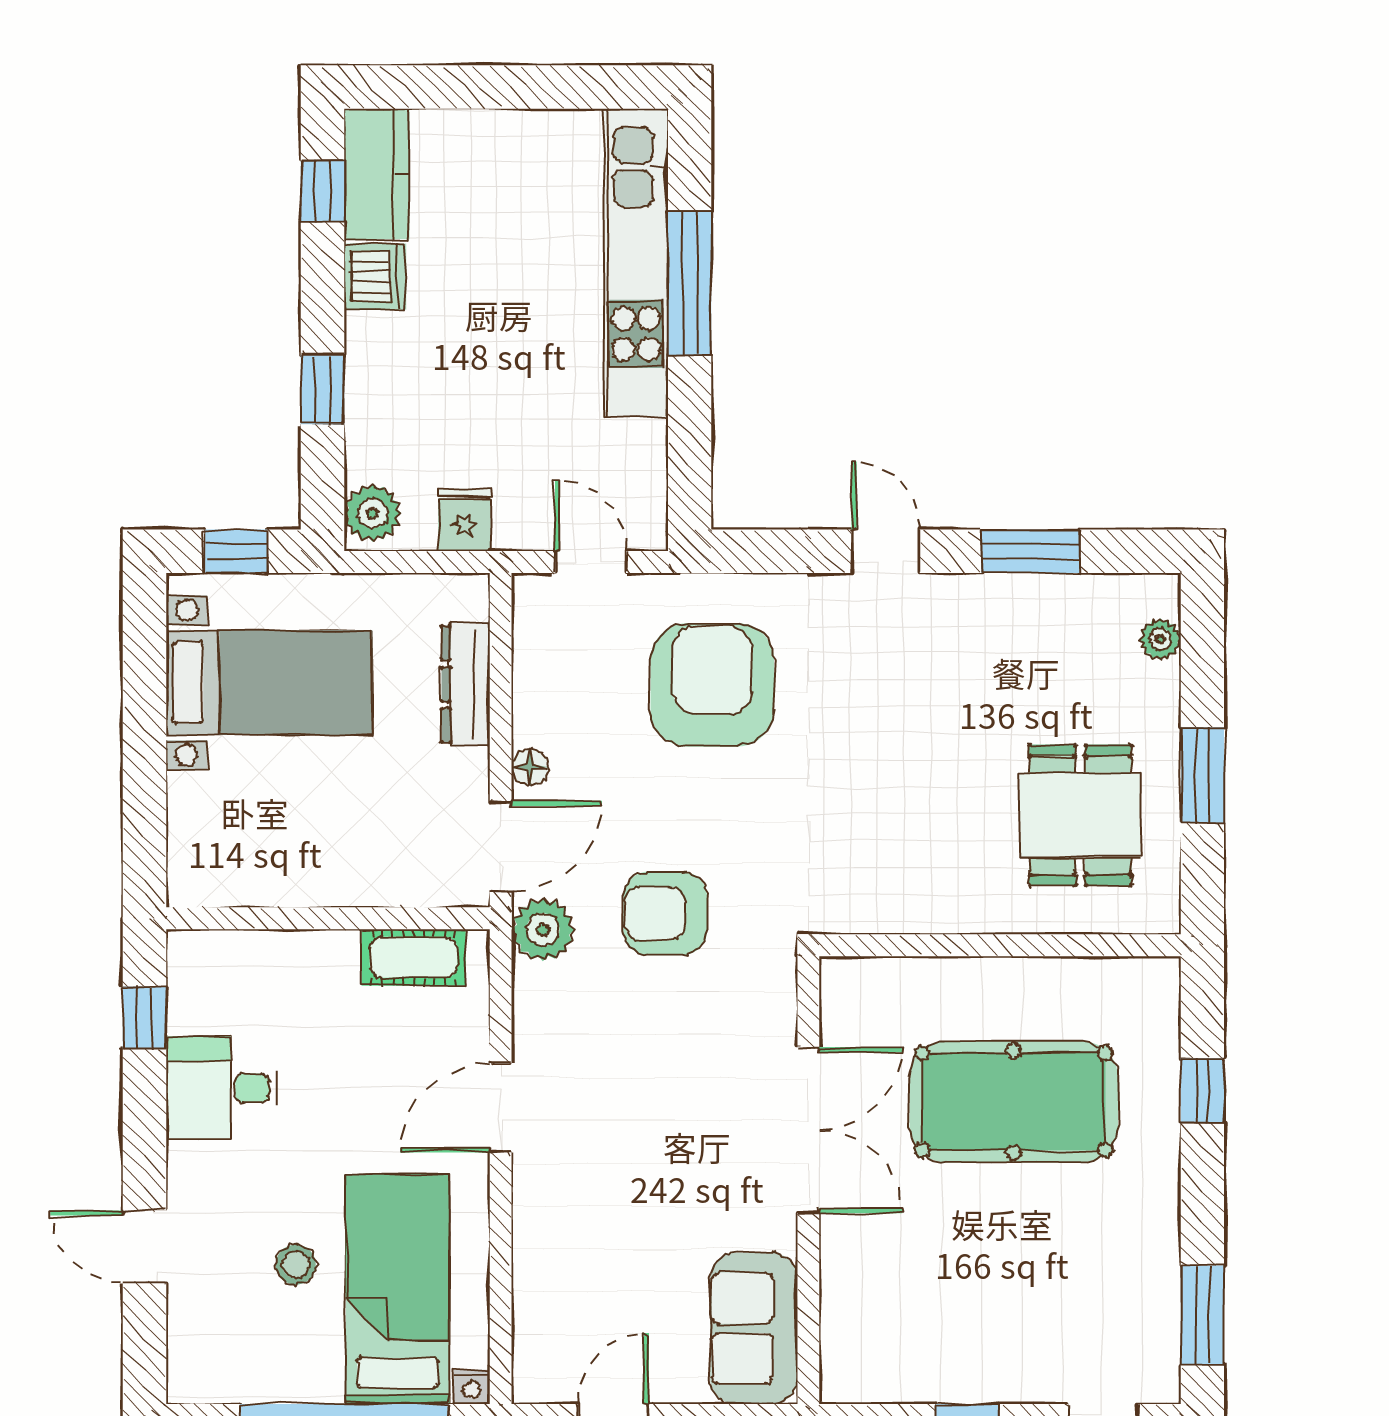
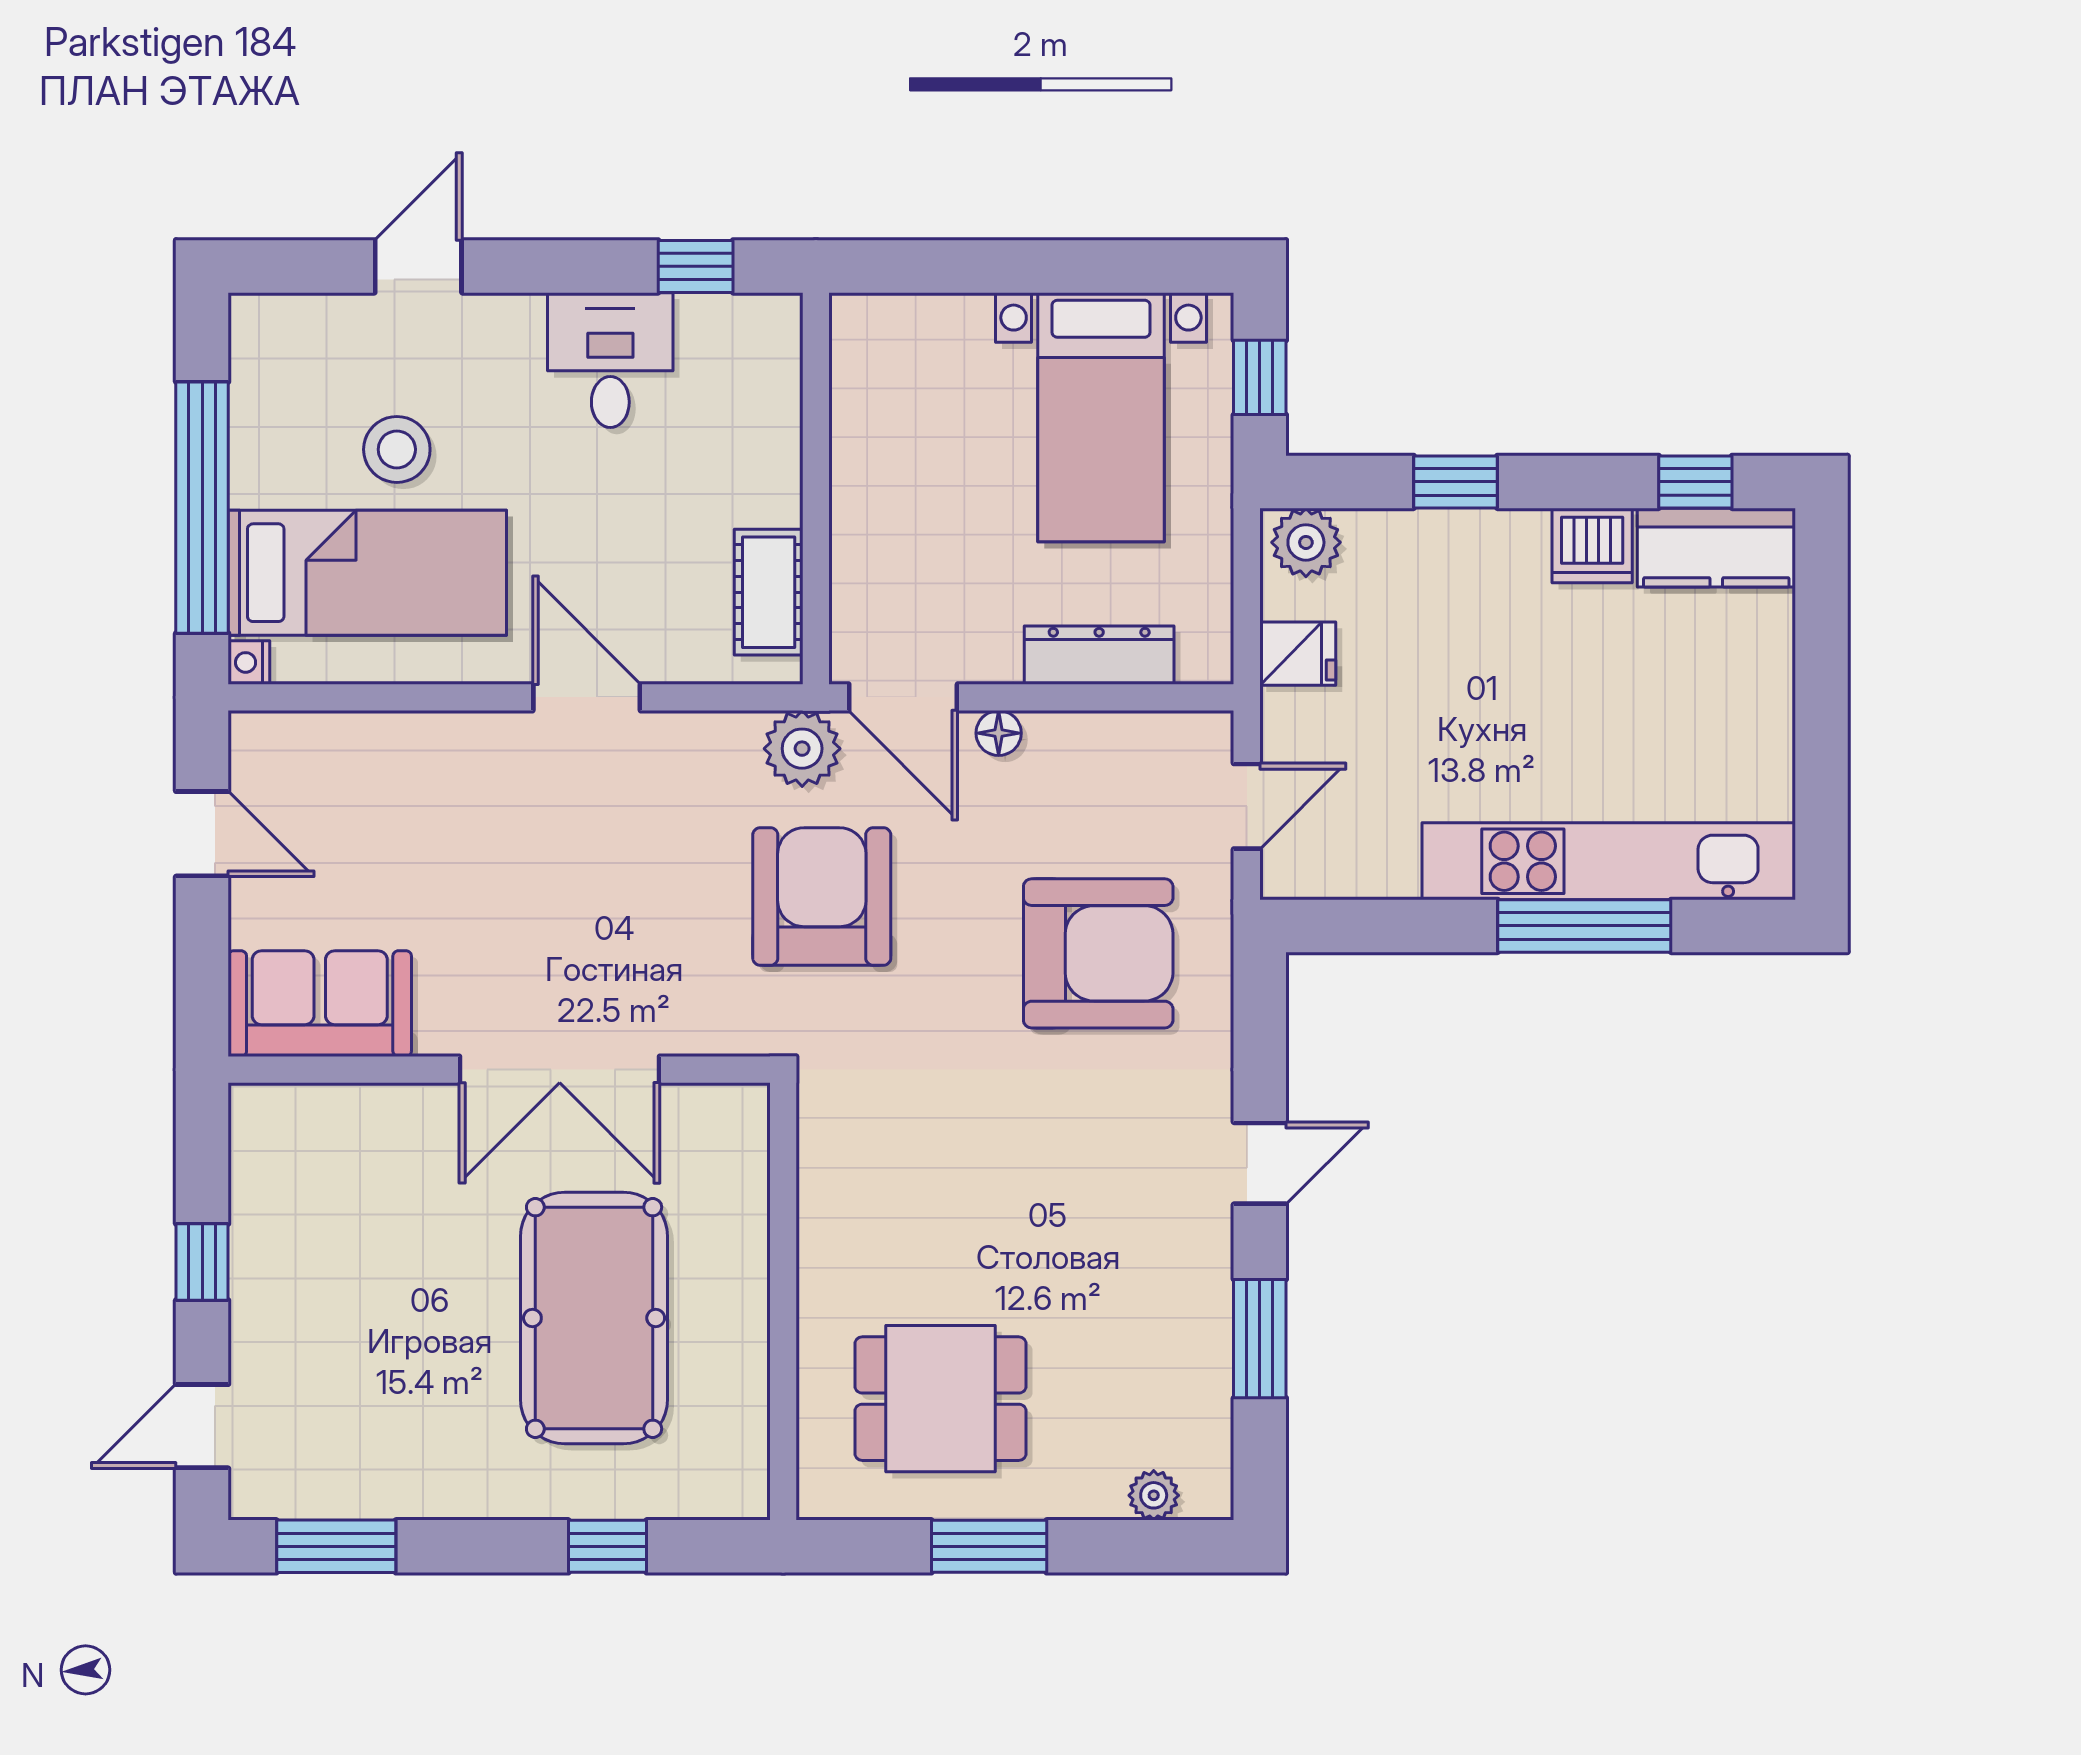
armchair: (665, 913) -> (822, 896), width x1.36, depth x1.36
stool: (296, 1265) -> (397, 449), width x1.37, depth x1.37

